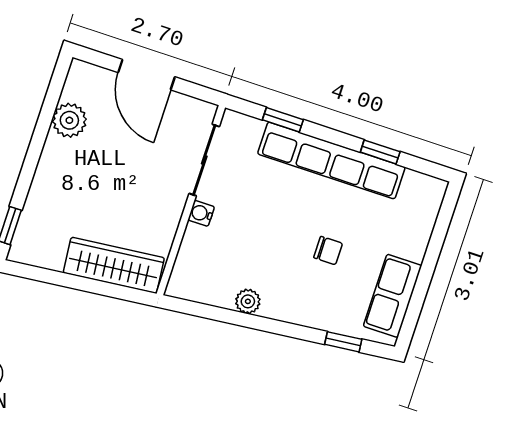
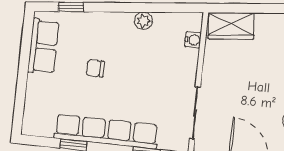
water cooler: (201, 213) -> (193, 40), moved
wardrobe: (114, 265) -> (231, 26), width x0.67

